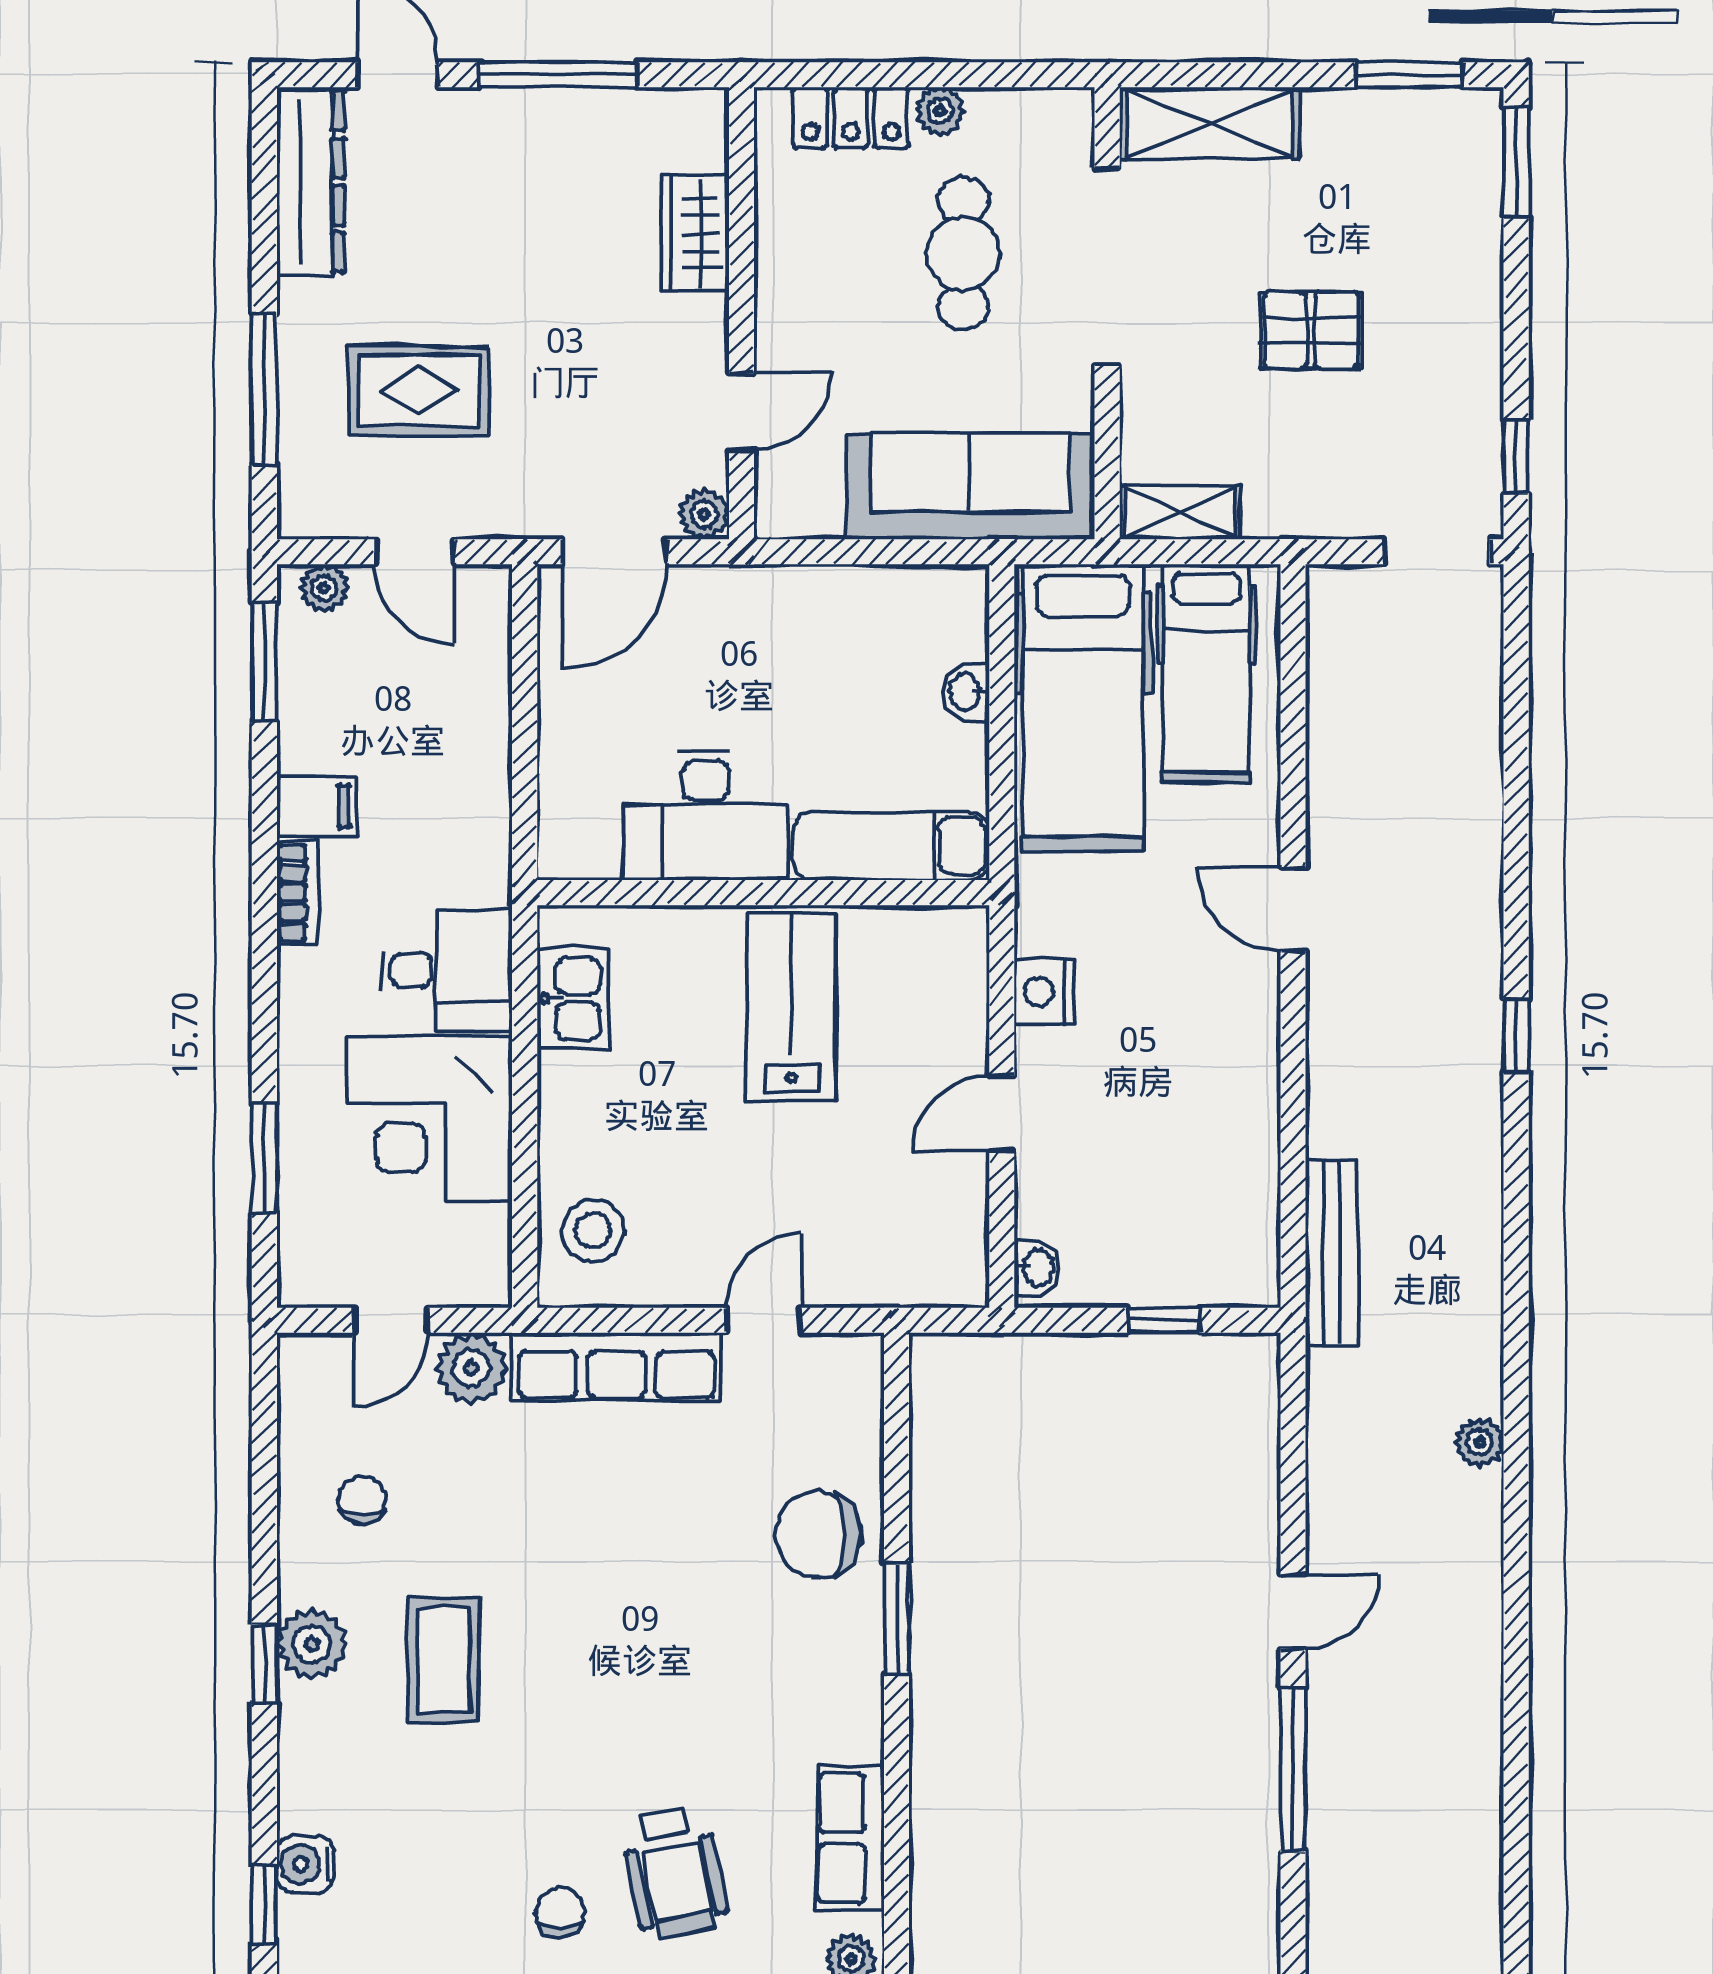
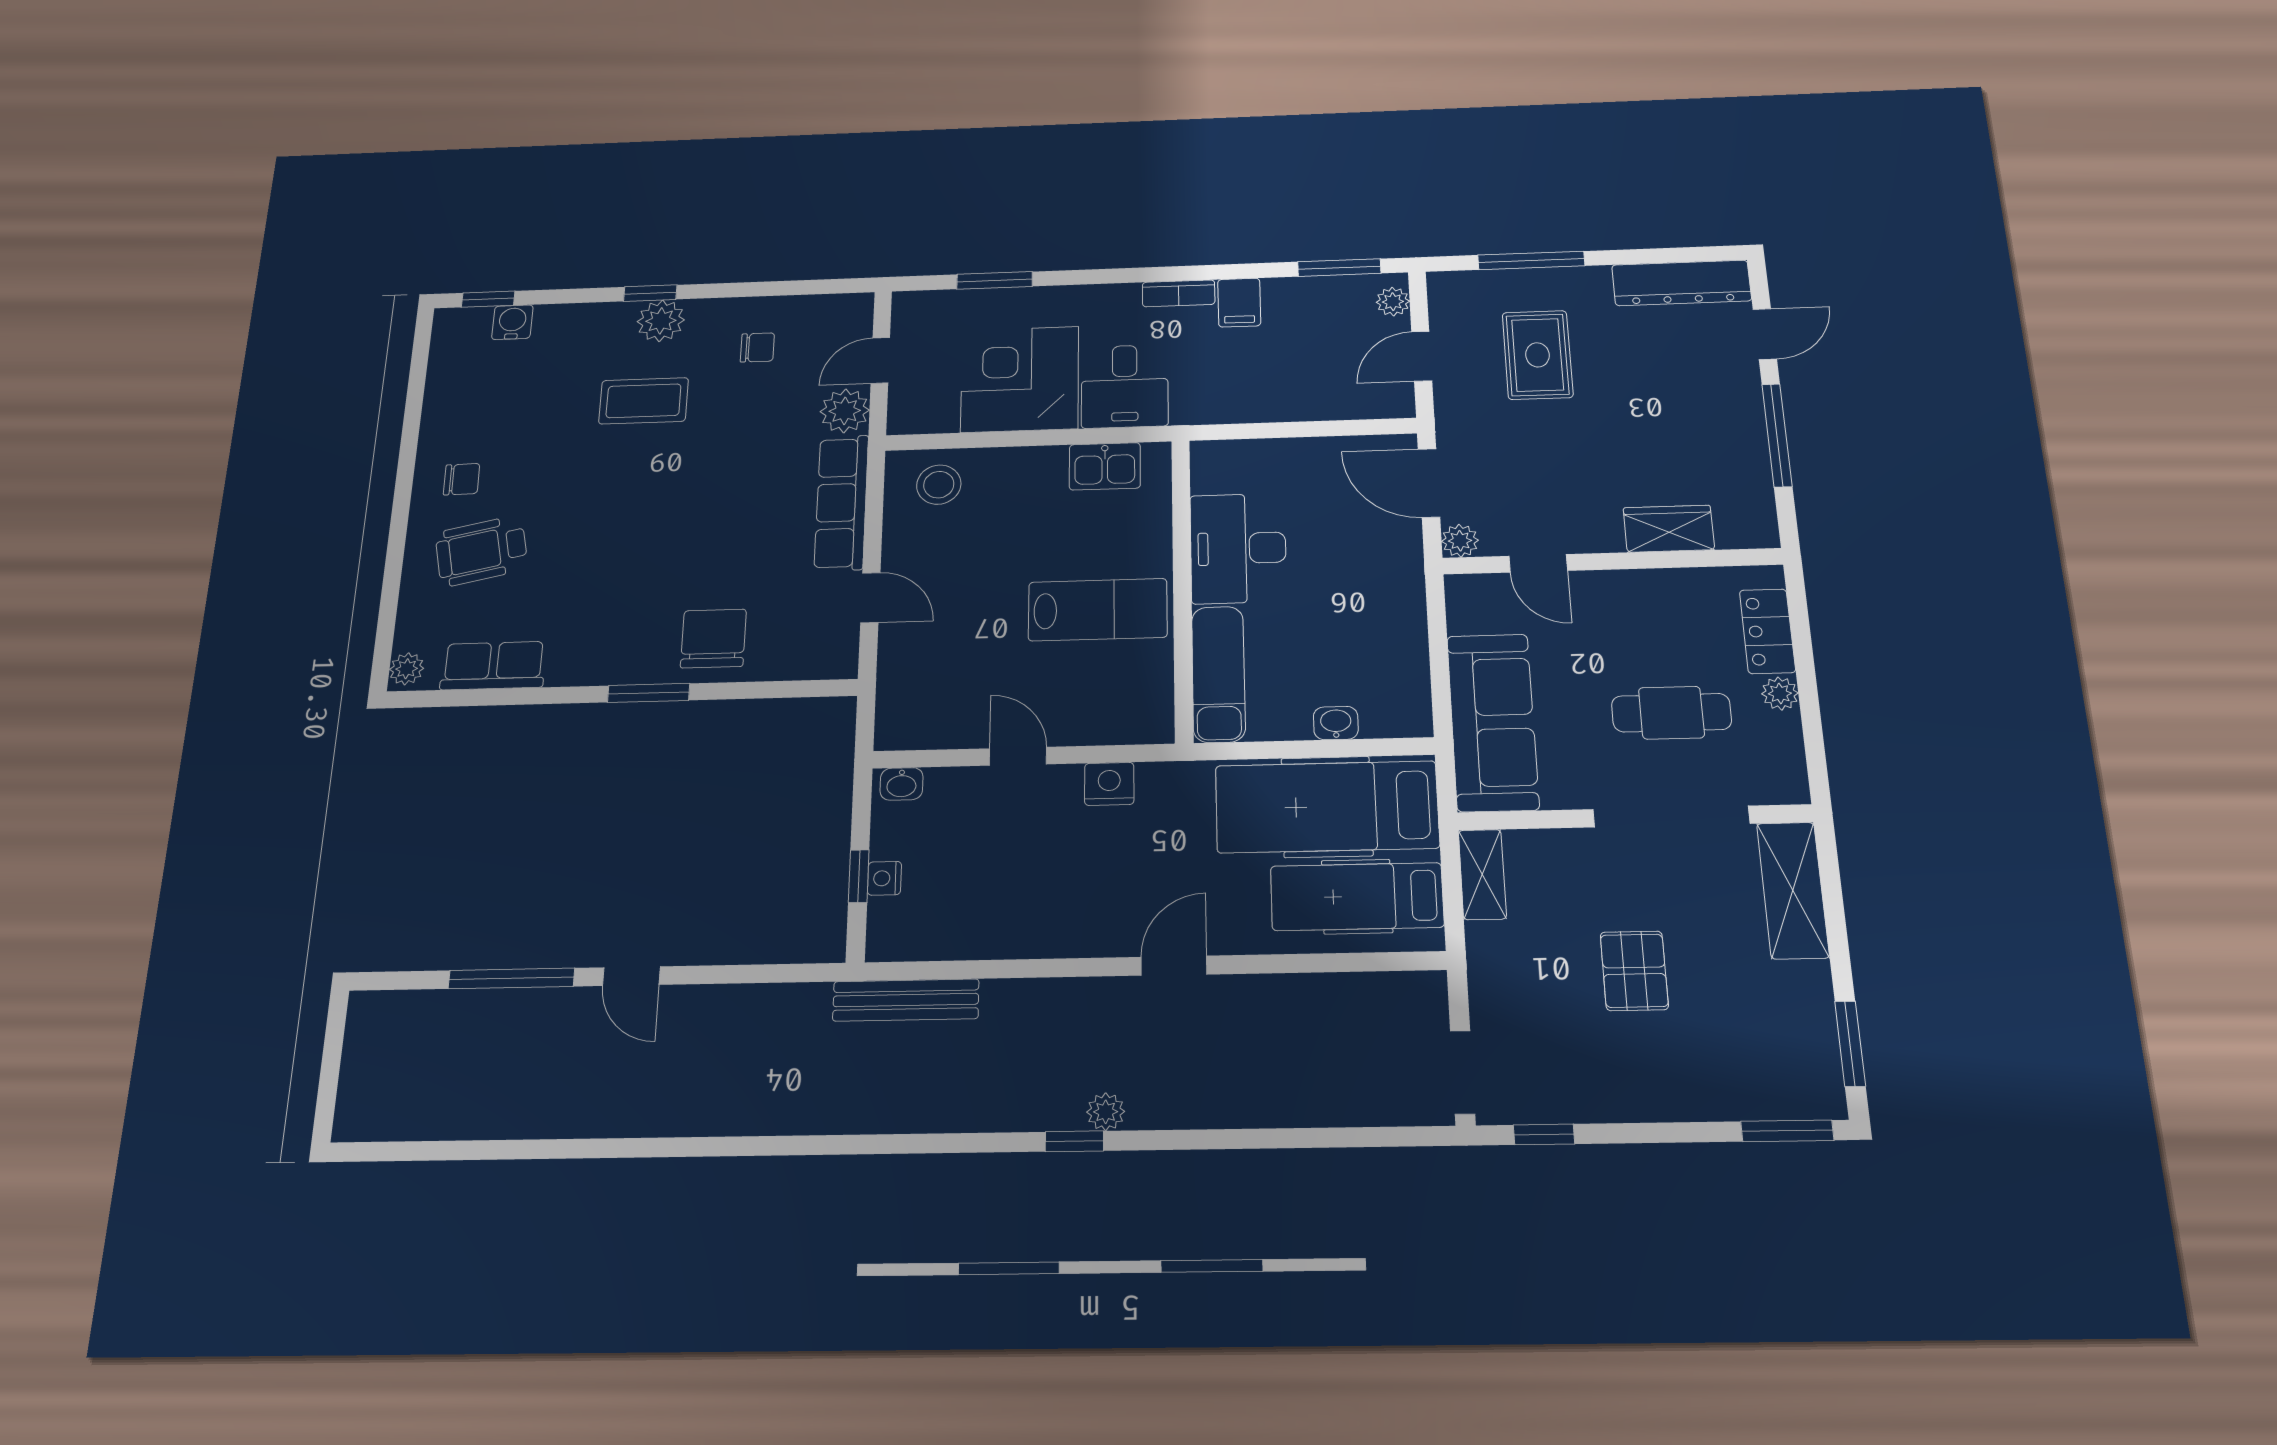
nightstand: (1168, 1286) -> (884, 878), added
door: (391, 1320) -> (880, 360), hinge flipped
plant: (1480, 1442) -> (1106, 1112), moved

